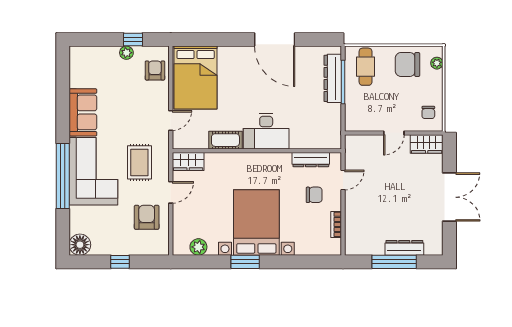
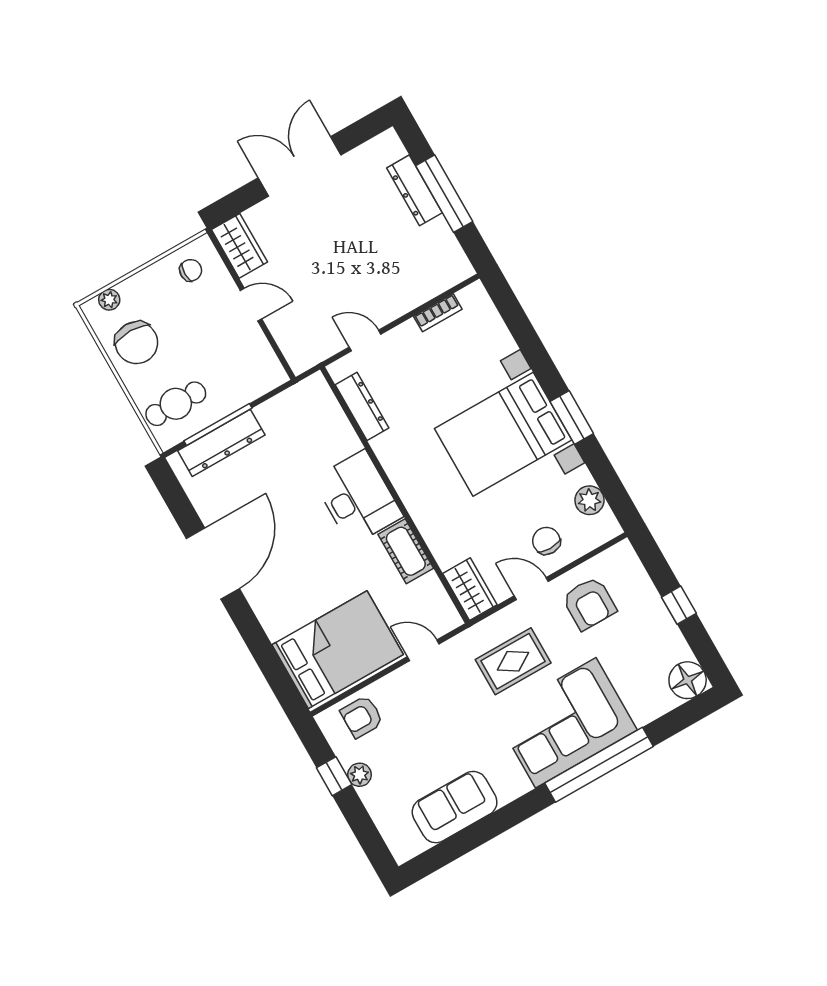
sofa: (83, 112) -> (455, 807), moved
chair: (314, 195) -> (546, 541), moved
armchair: (147, 217) -> (589, 603), turned -90

